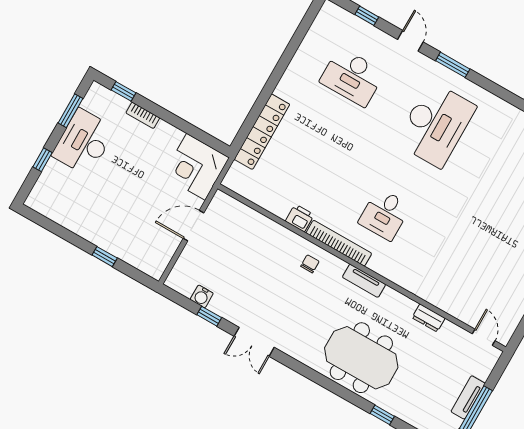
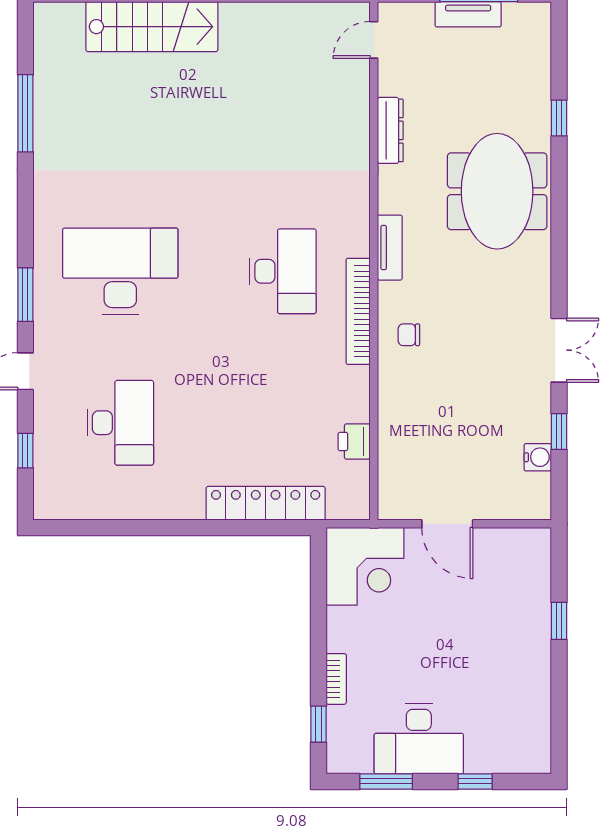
desk: (385, 214) -> (283, 271), width x1.37
printer: (300, 218) -> (354, 442), moved
dresser: (428, 318) -> (390, 130), width x1.44

